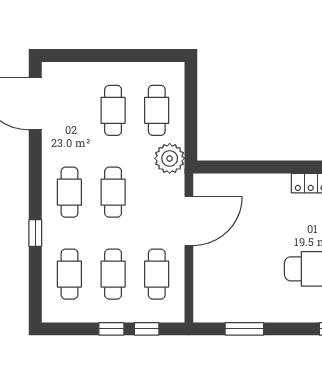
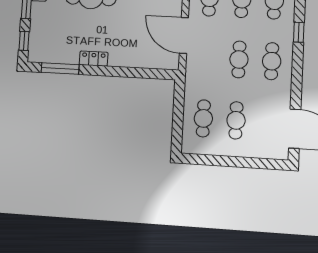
plant: (170, 158) -> (196, 82), removed
door: (189, 221) -> (184, 36), hinge flipped

